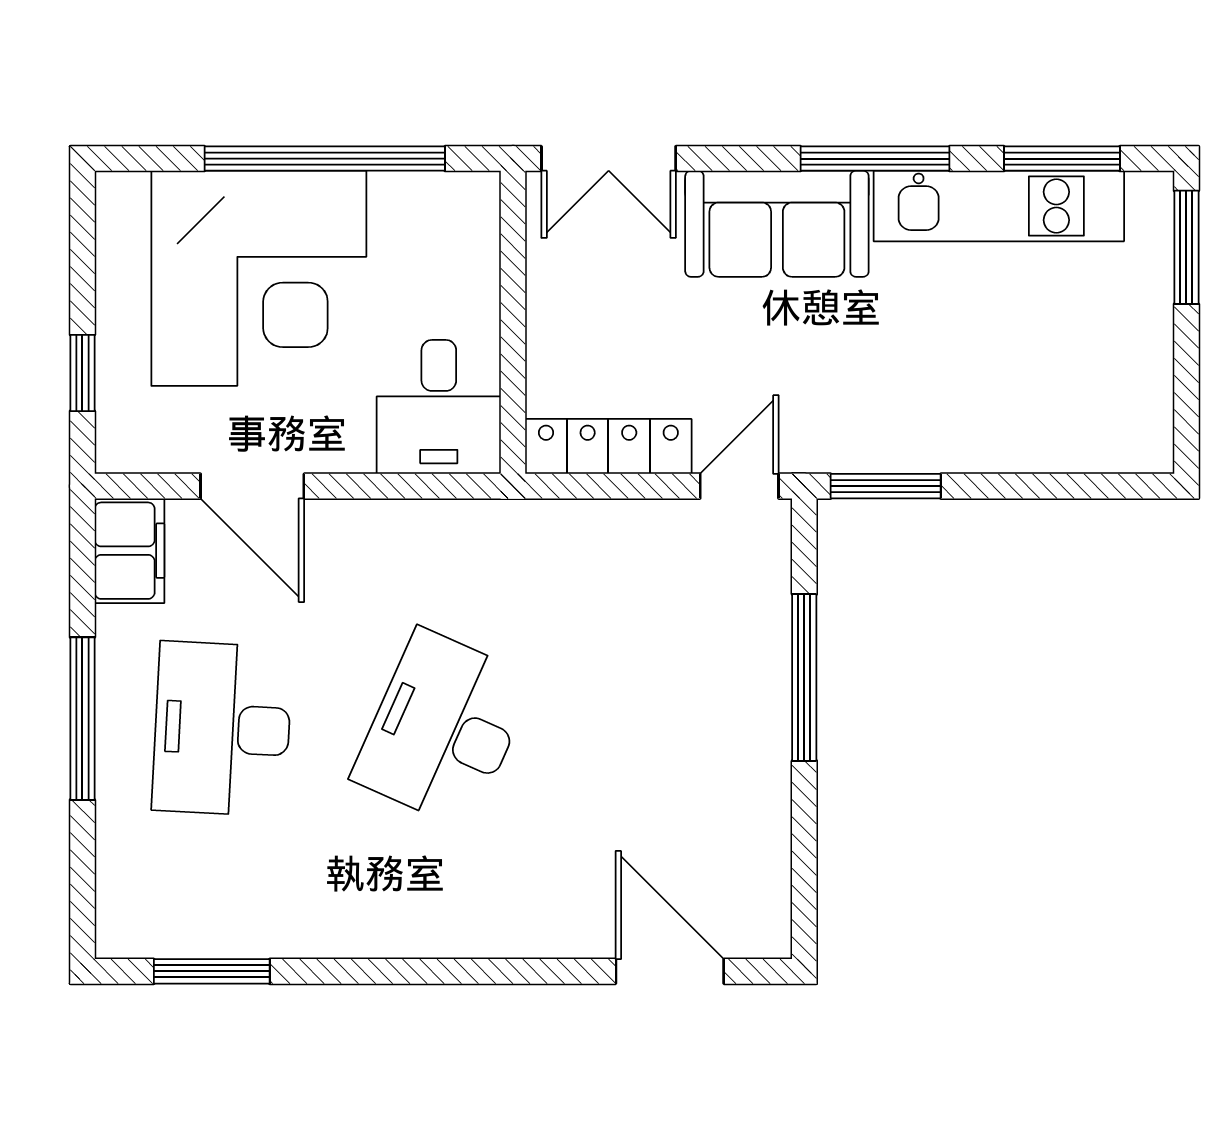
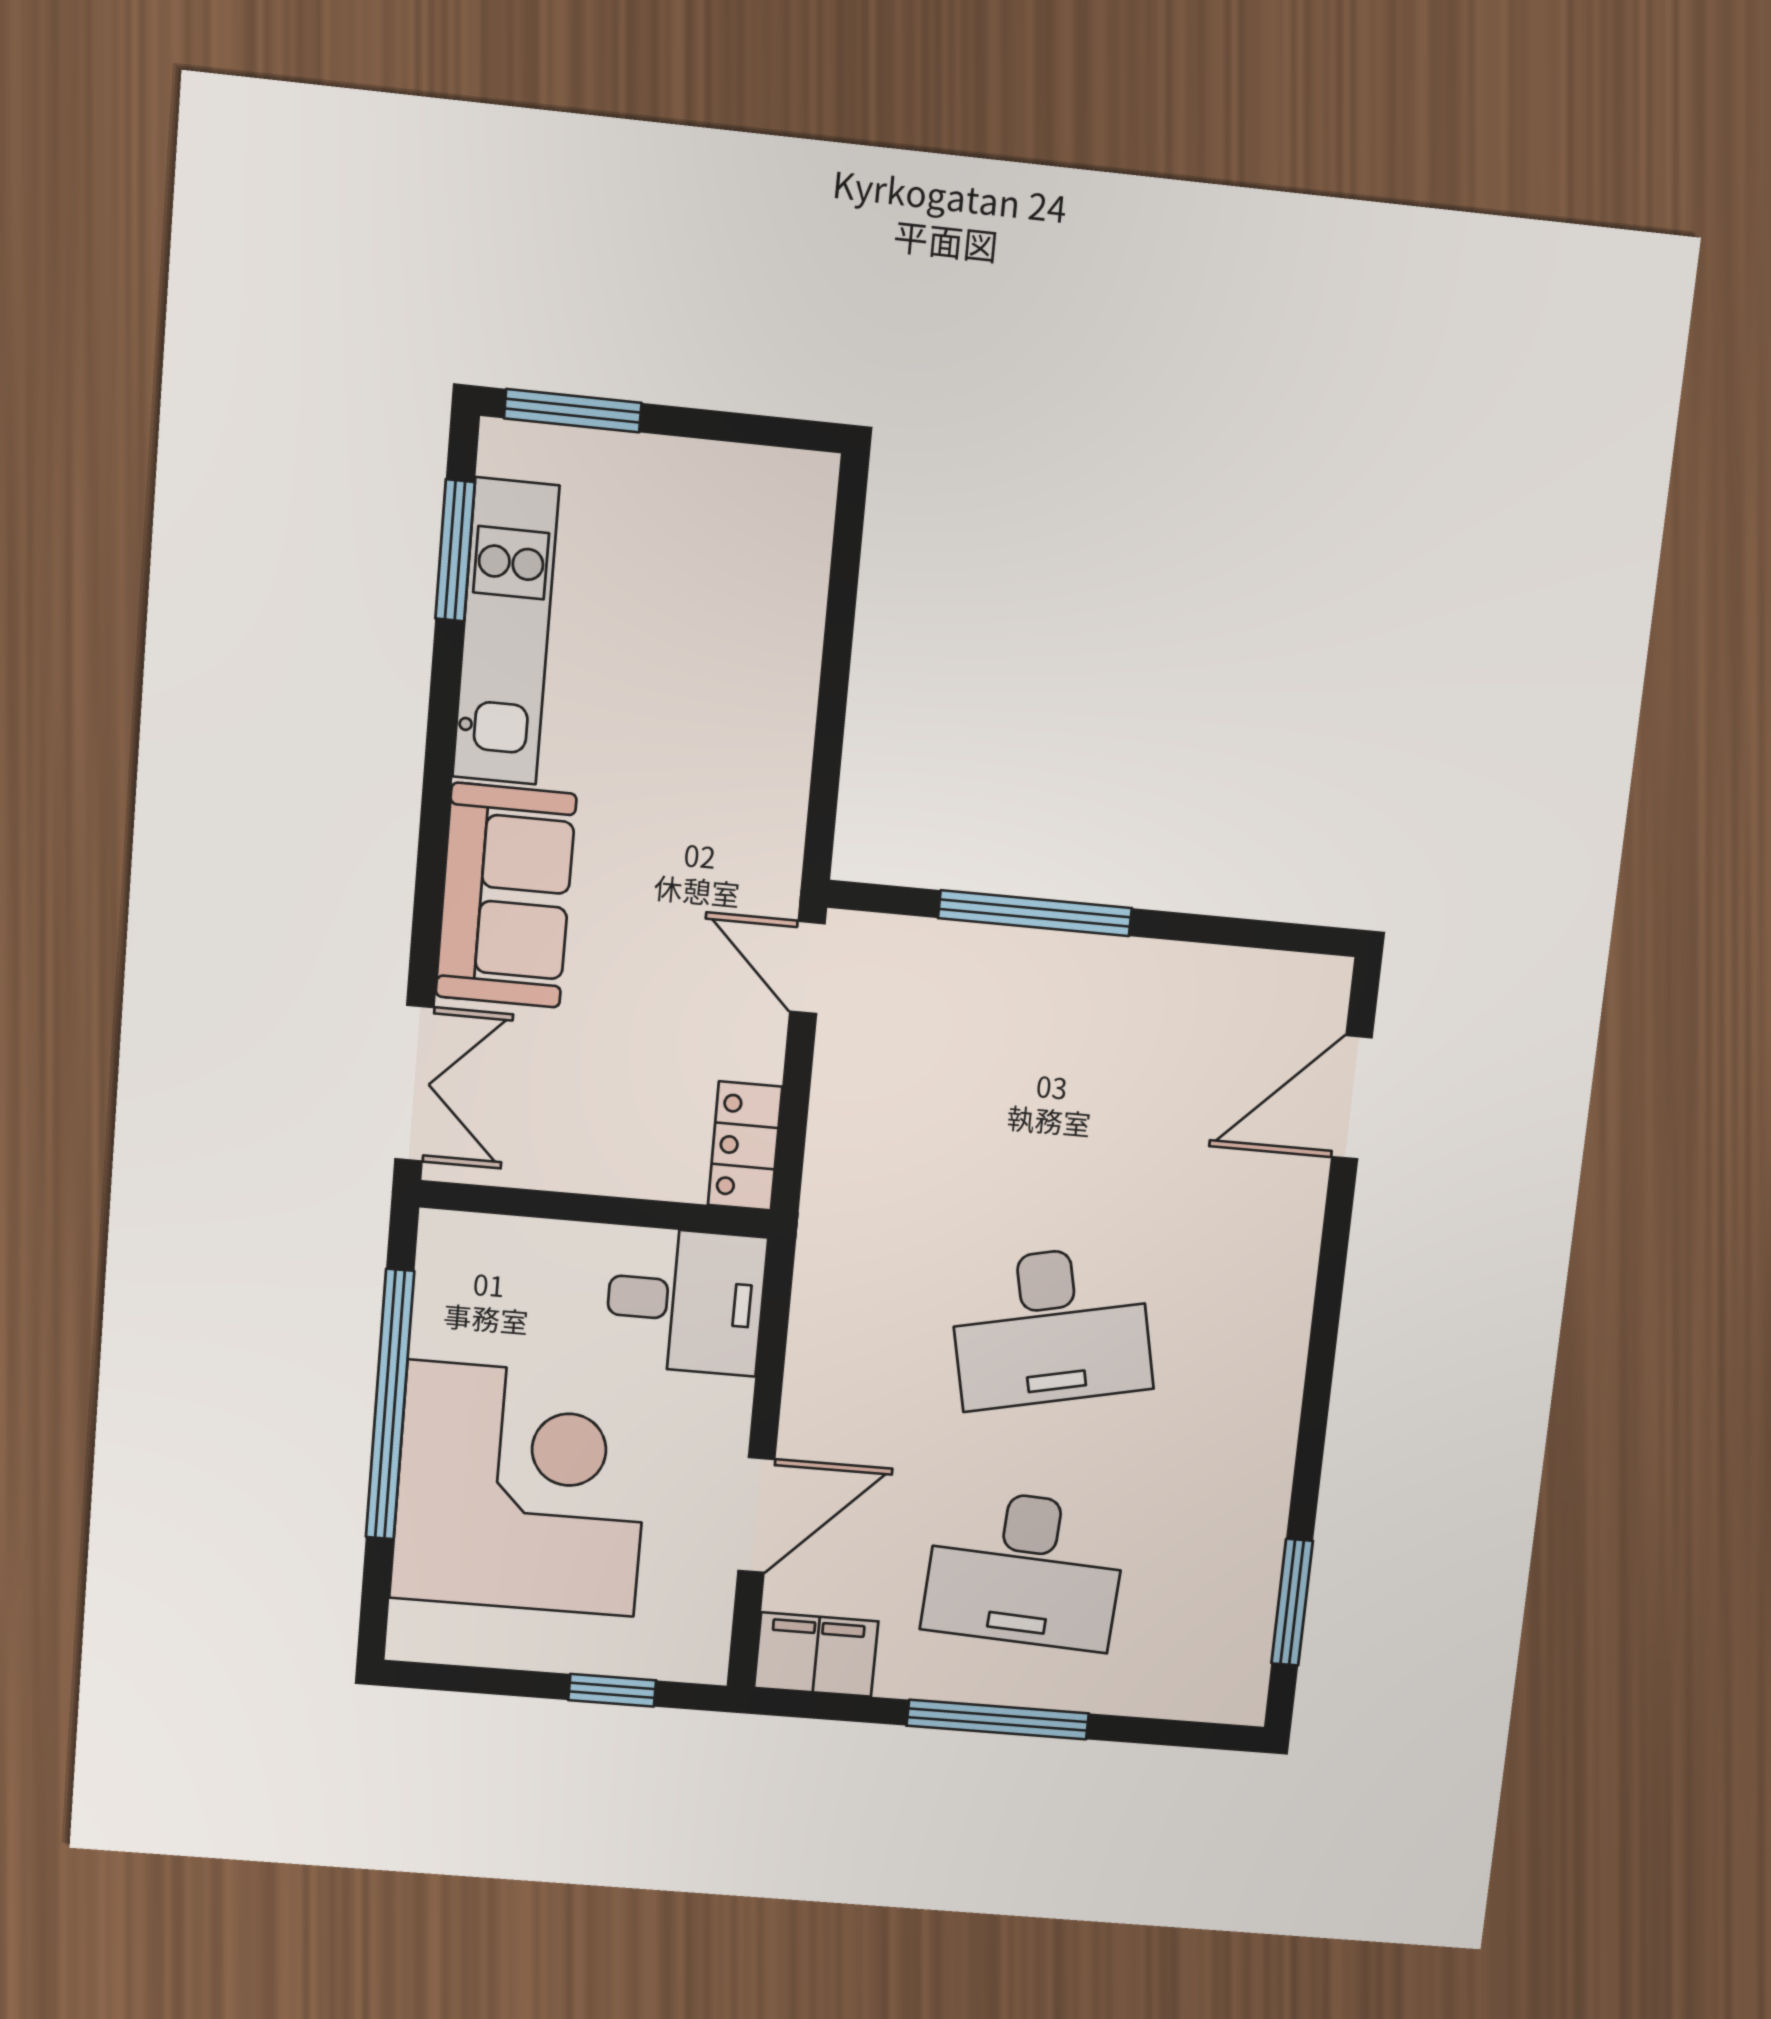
window: (875, 159) -> (438, 773), removed
locker: (608, 446) -> (745, 1146), width x0.66
window: (886, 486) -> (823, 798), removed
desk: (443, 729) -> (1051, 1327), turned -36

